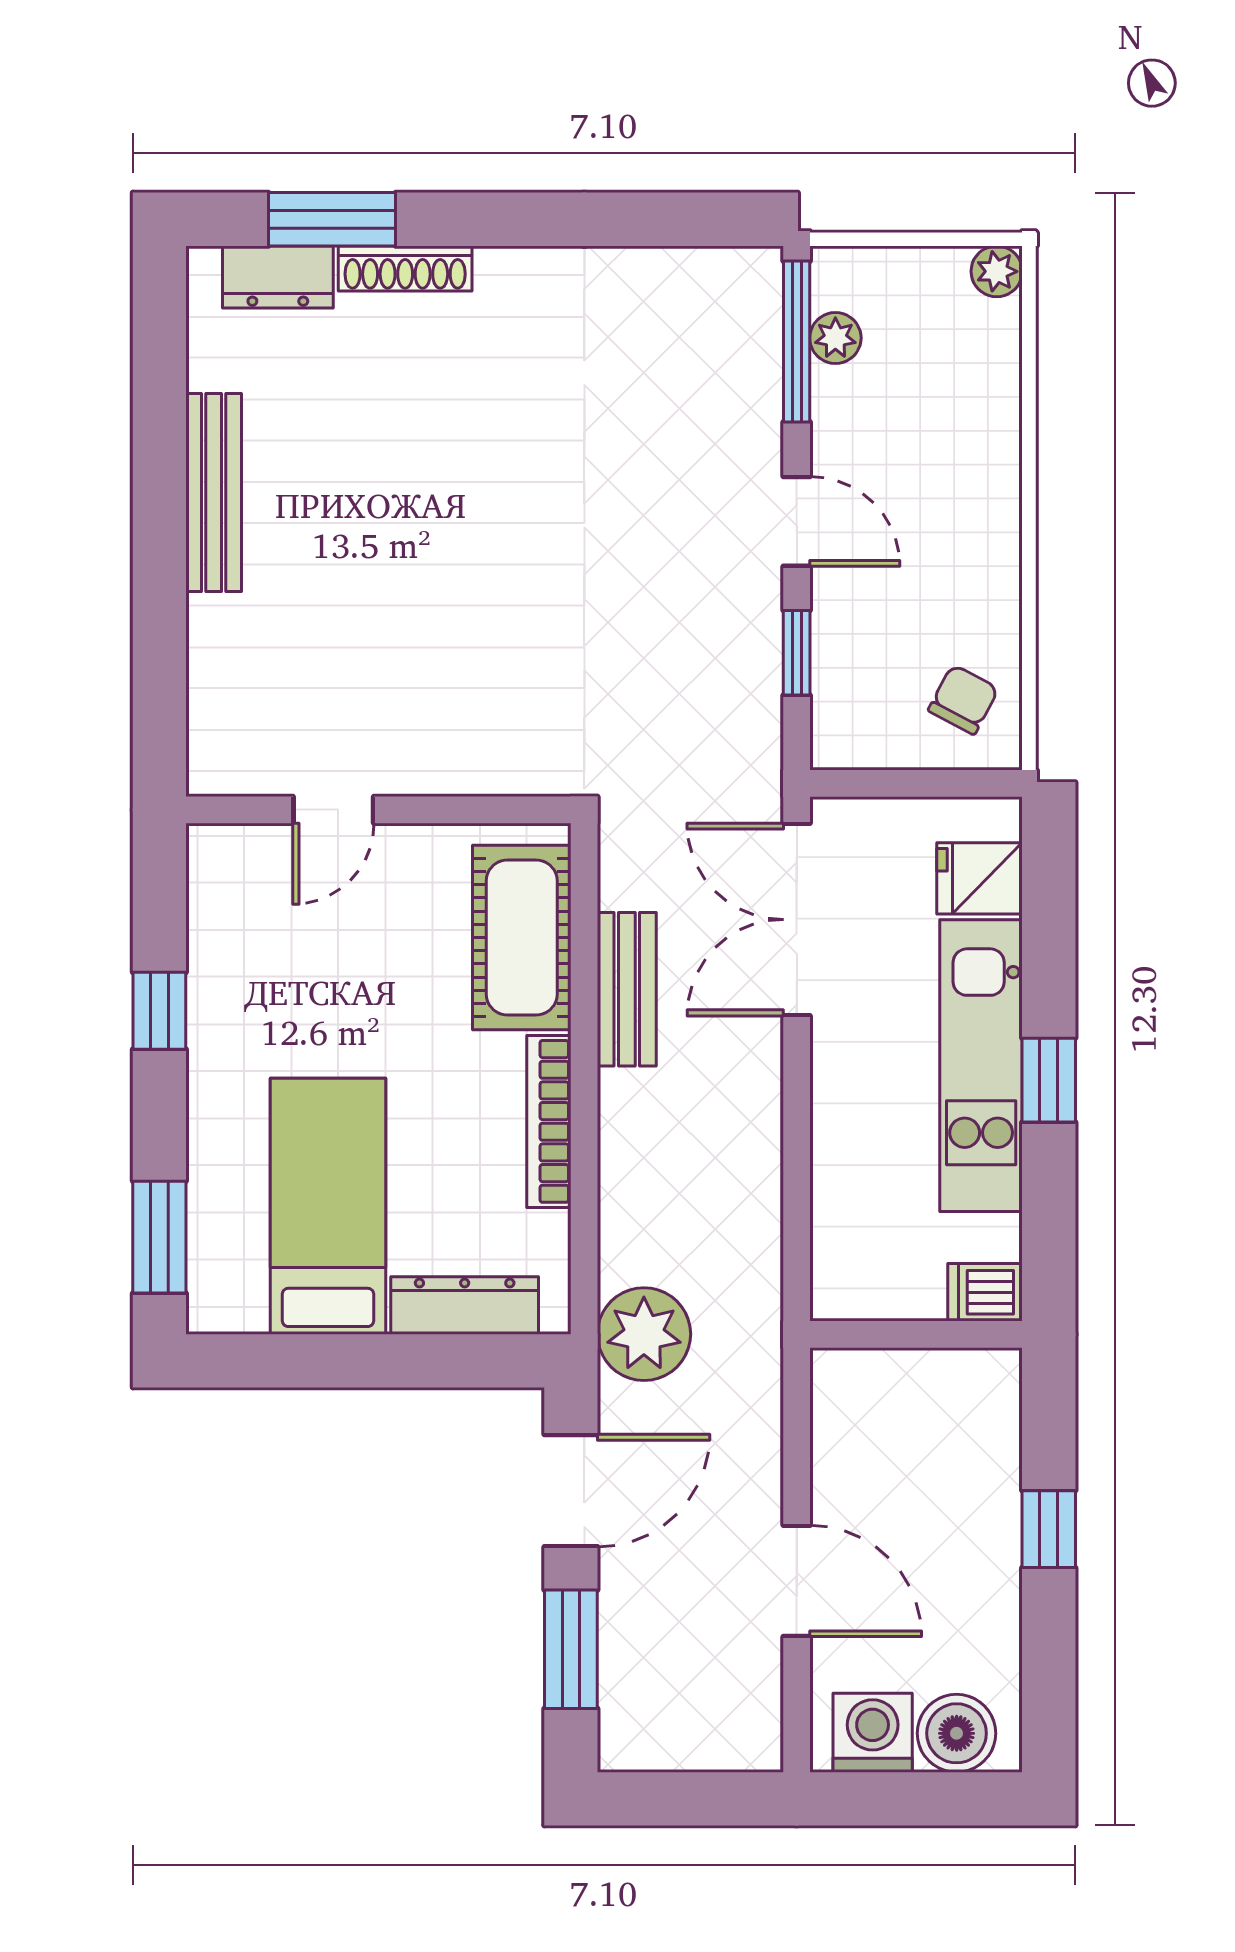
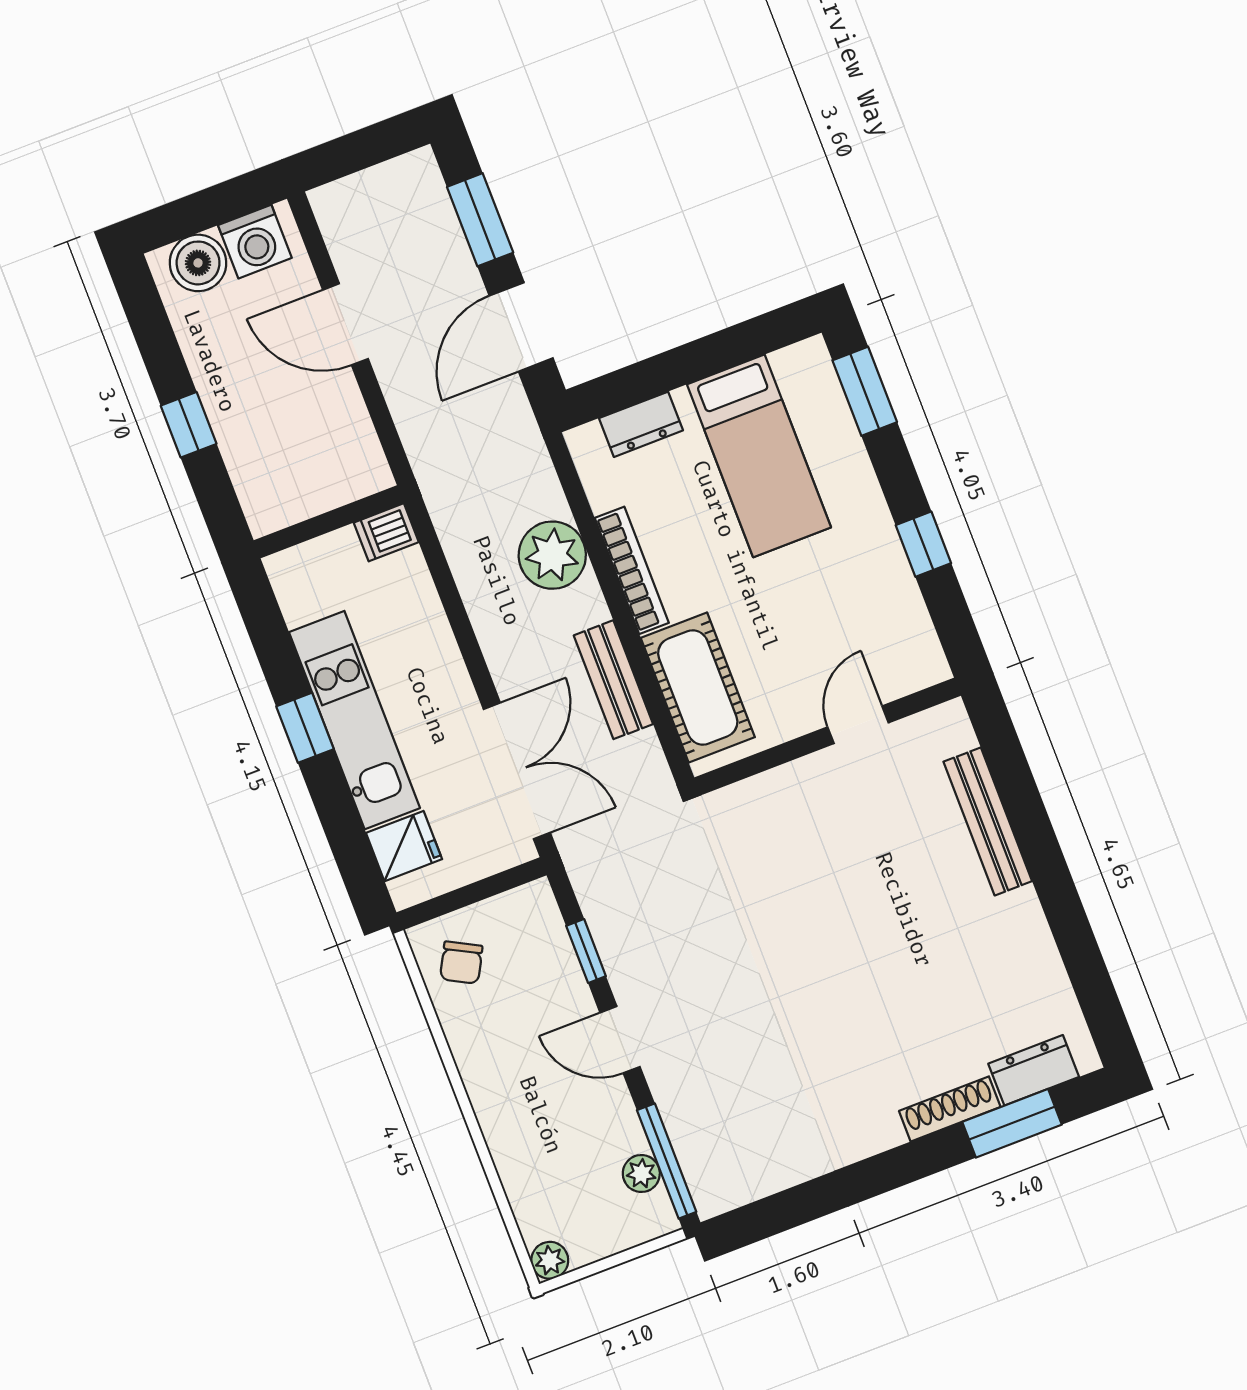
bench: (214, 493) -> (988, 821), moved
dishwasher: (985, 1292) -> (386, 532), moved, turned 180
dresser: (465, 1305) -> (641, 424), width x0.70
plant: (644, 1334) -> (552, 555), moved

